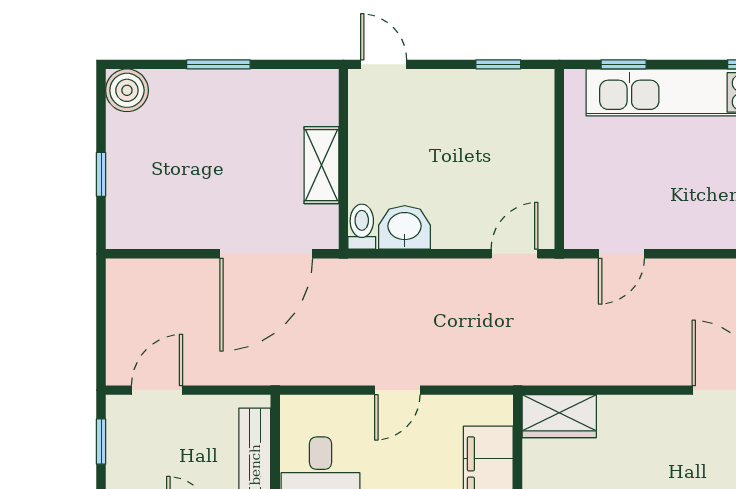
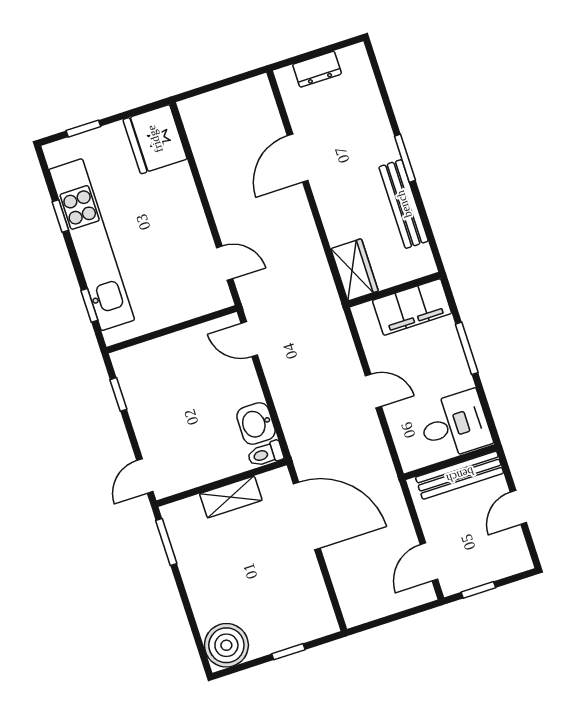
window: (218, 64) -> (166, 542), moved
boiler: (127, 90) -> (226, 645), width x1.37, depth x1.37
door: (157, 390) -> (429, 562), hinge flipped

